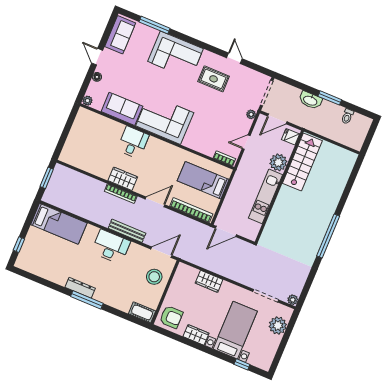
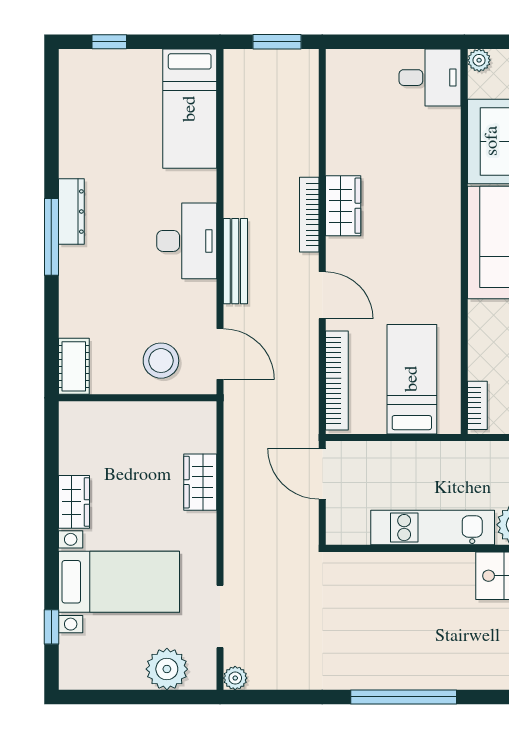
desk: (133, 142) -> (430, 78), moved
armchair: (171, 317) -> (90, 433), removed

